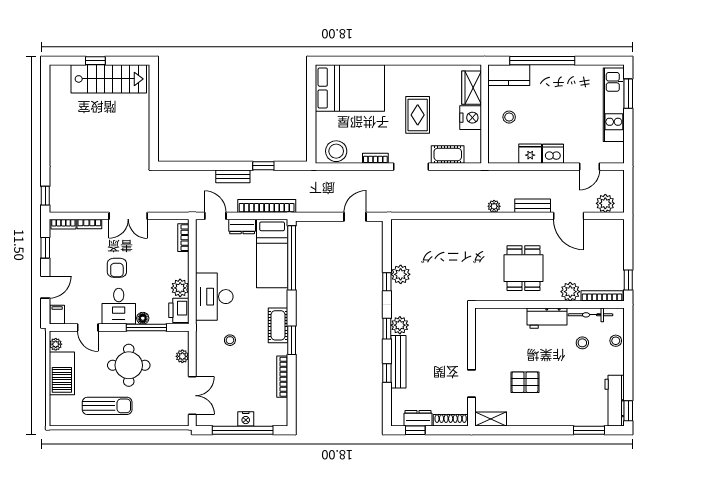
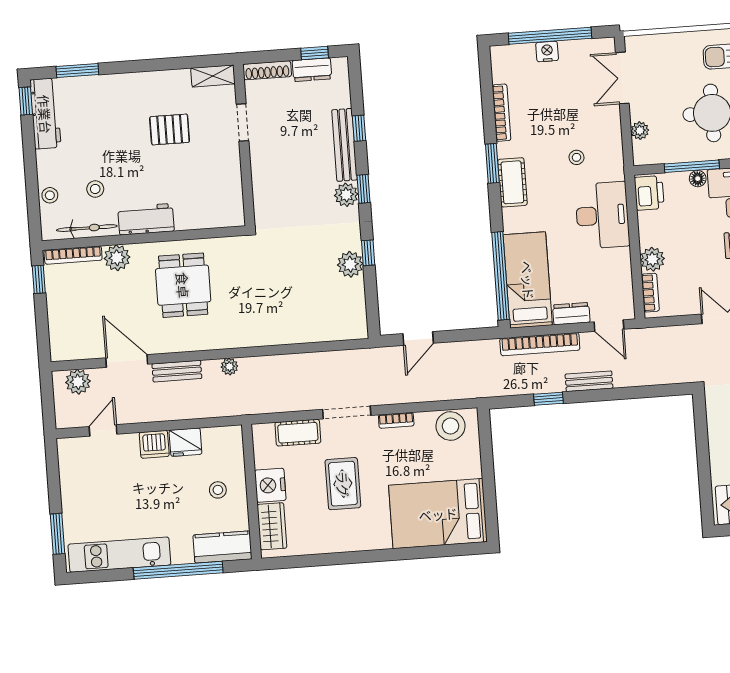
kitchen unit: (614, 105) -> (119, 555), moved, turned -90
plant: (180, 288) -> (652, 259), moved

